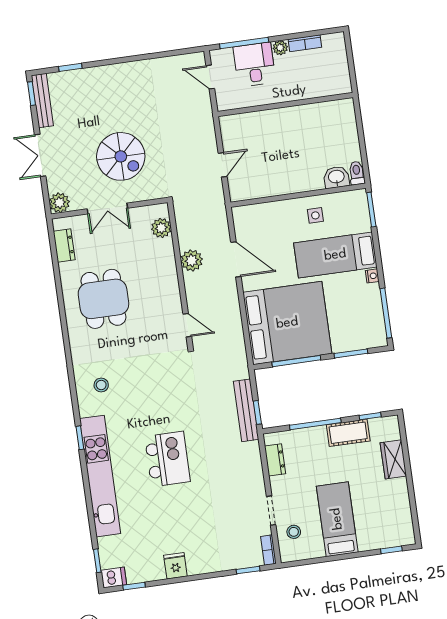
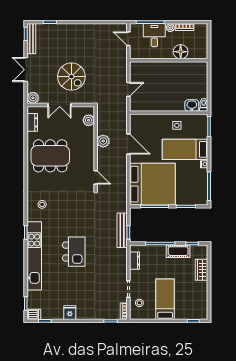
floor lamp: (304, 87) -> (181, 52), added
dining table: (103, 299) -> (50, 156), width x1.38

